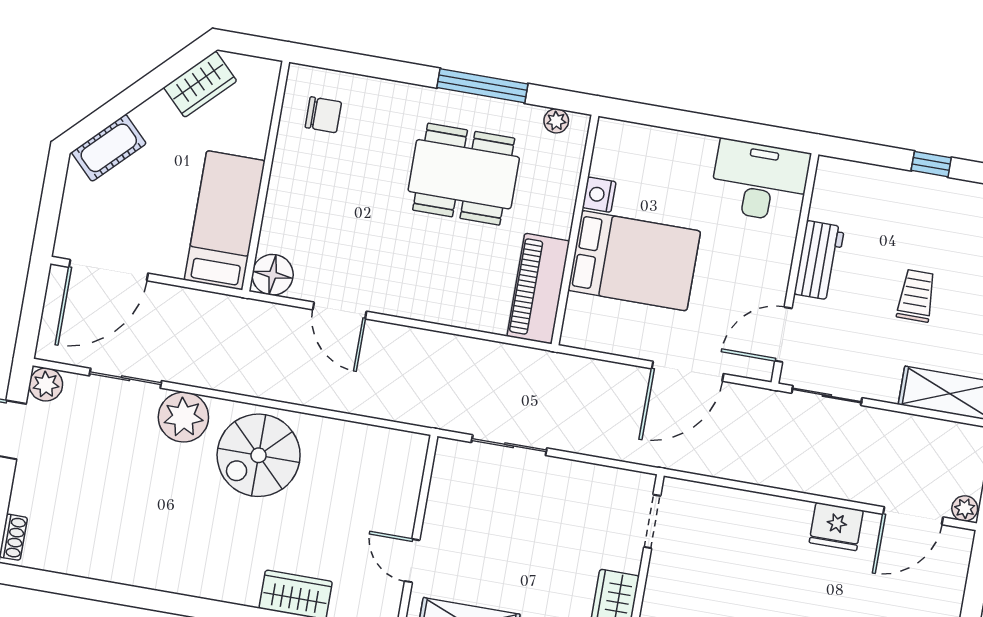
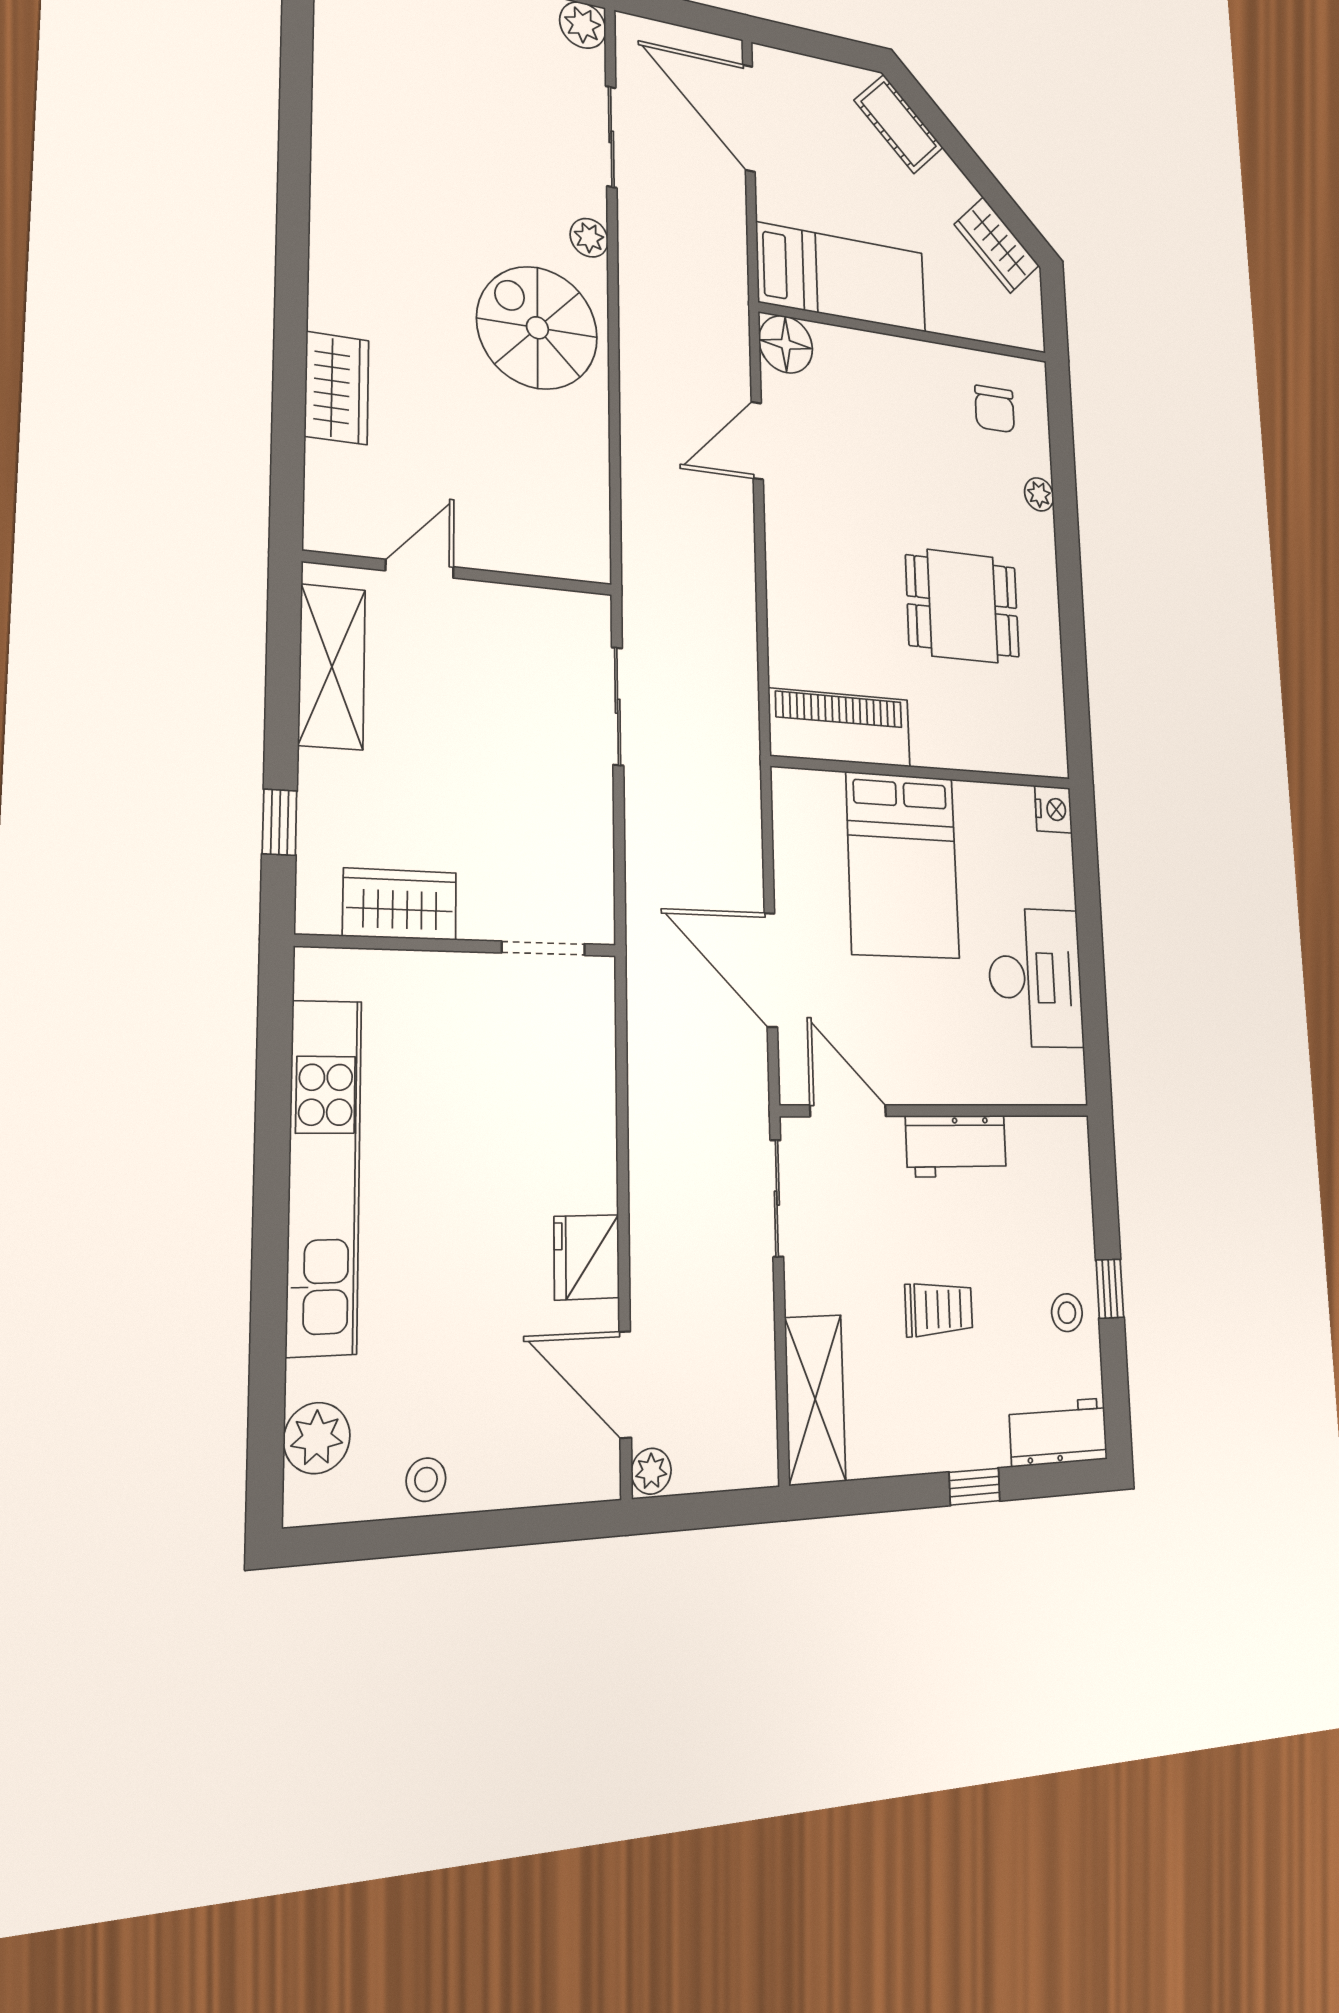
window: (482, 86) -> (1072, 623), removed
plant: (556, 121) -> (1039, 494), moved
dining table: (464, 174) -> (963, 606), width x0.73
desk: (760, 181) -> (1035, 978), moved
nightstand: (599, 195) -> (1053, 809), moved, turned 90
stool: (939, 201) -> (1067, 1313), added
plant: (183, 417) -> (589, 238), width x0.53, depth x0.53

